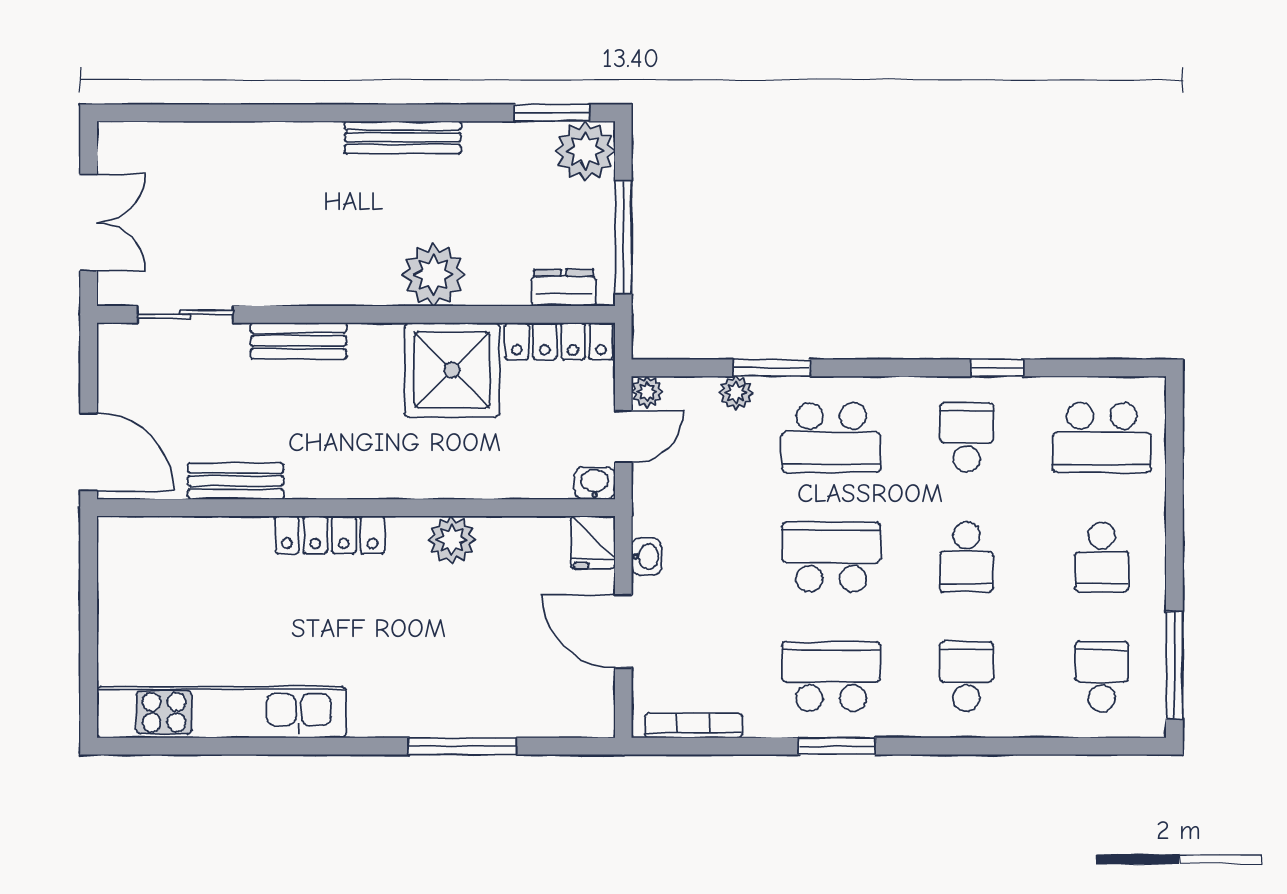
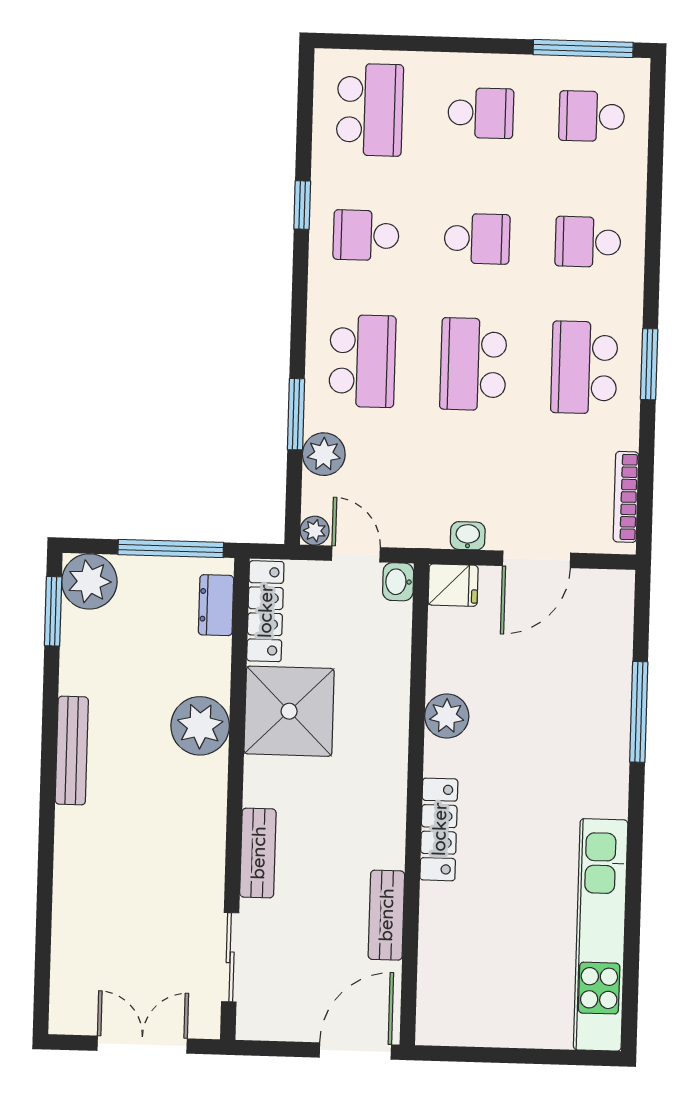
plant: (736, 393) -> (324, 454), width x1.38, depth x1.38

